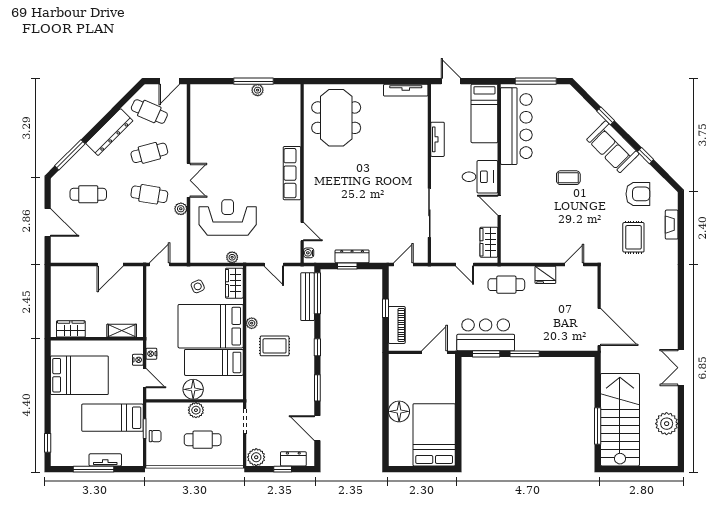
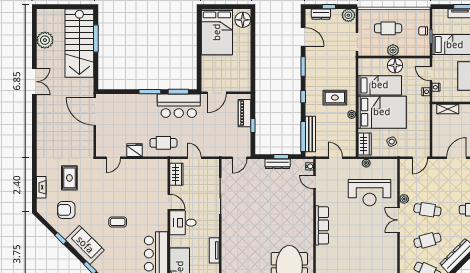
floor lamp: (399, 411) -> (243, 20), moved

